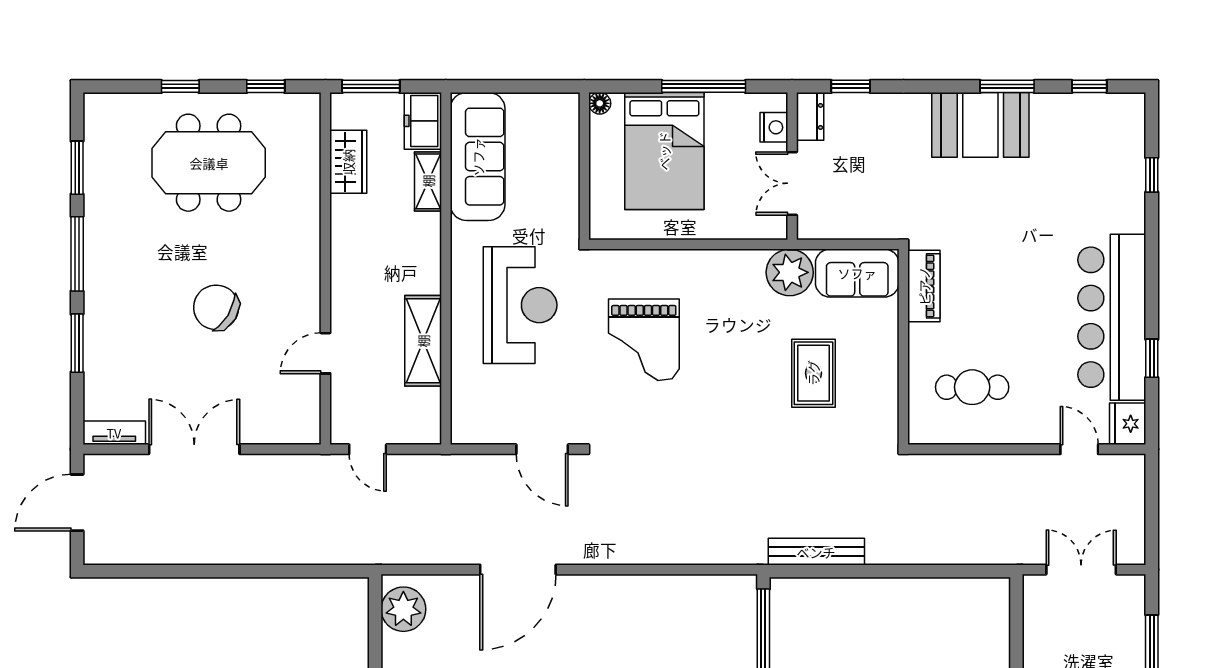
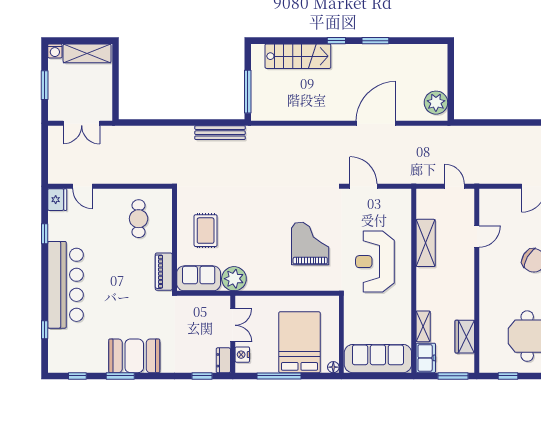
sofa: (478, 157) -> (378, 359), moved, turned 90
bar counter: (1112, 317) -> (65, 285), moved
rug: (813, 373) -> (206, 231), moved
cafe table: (972, 387) -> (139, 219), turned 90

